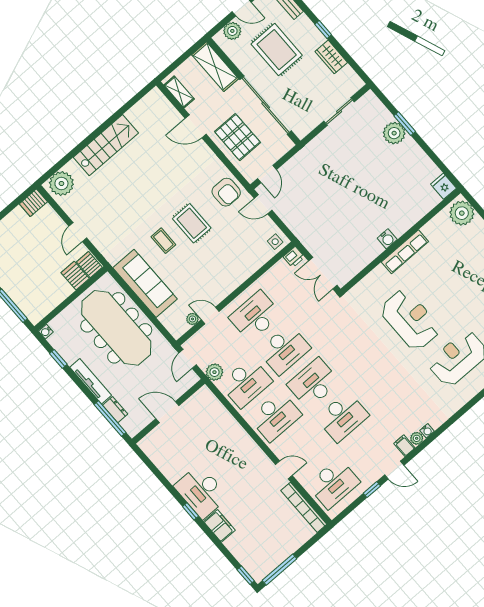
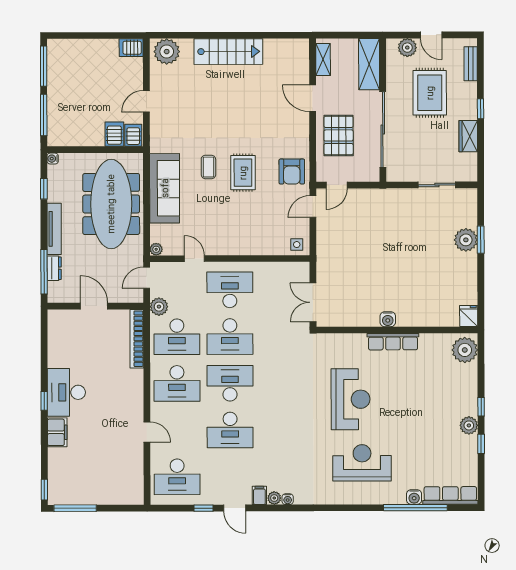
door: (263, 204) -> (313, 206), hinge flipped
printer: (294, 257) -> (301, 270), removed
plant: (192, 319) -> (156, 249), moved
bookcase: (304, 507) -> (137, 339), moved

